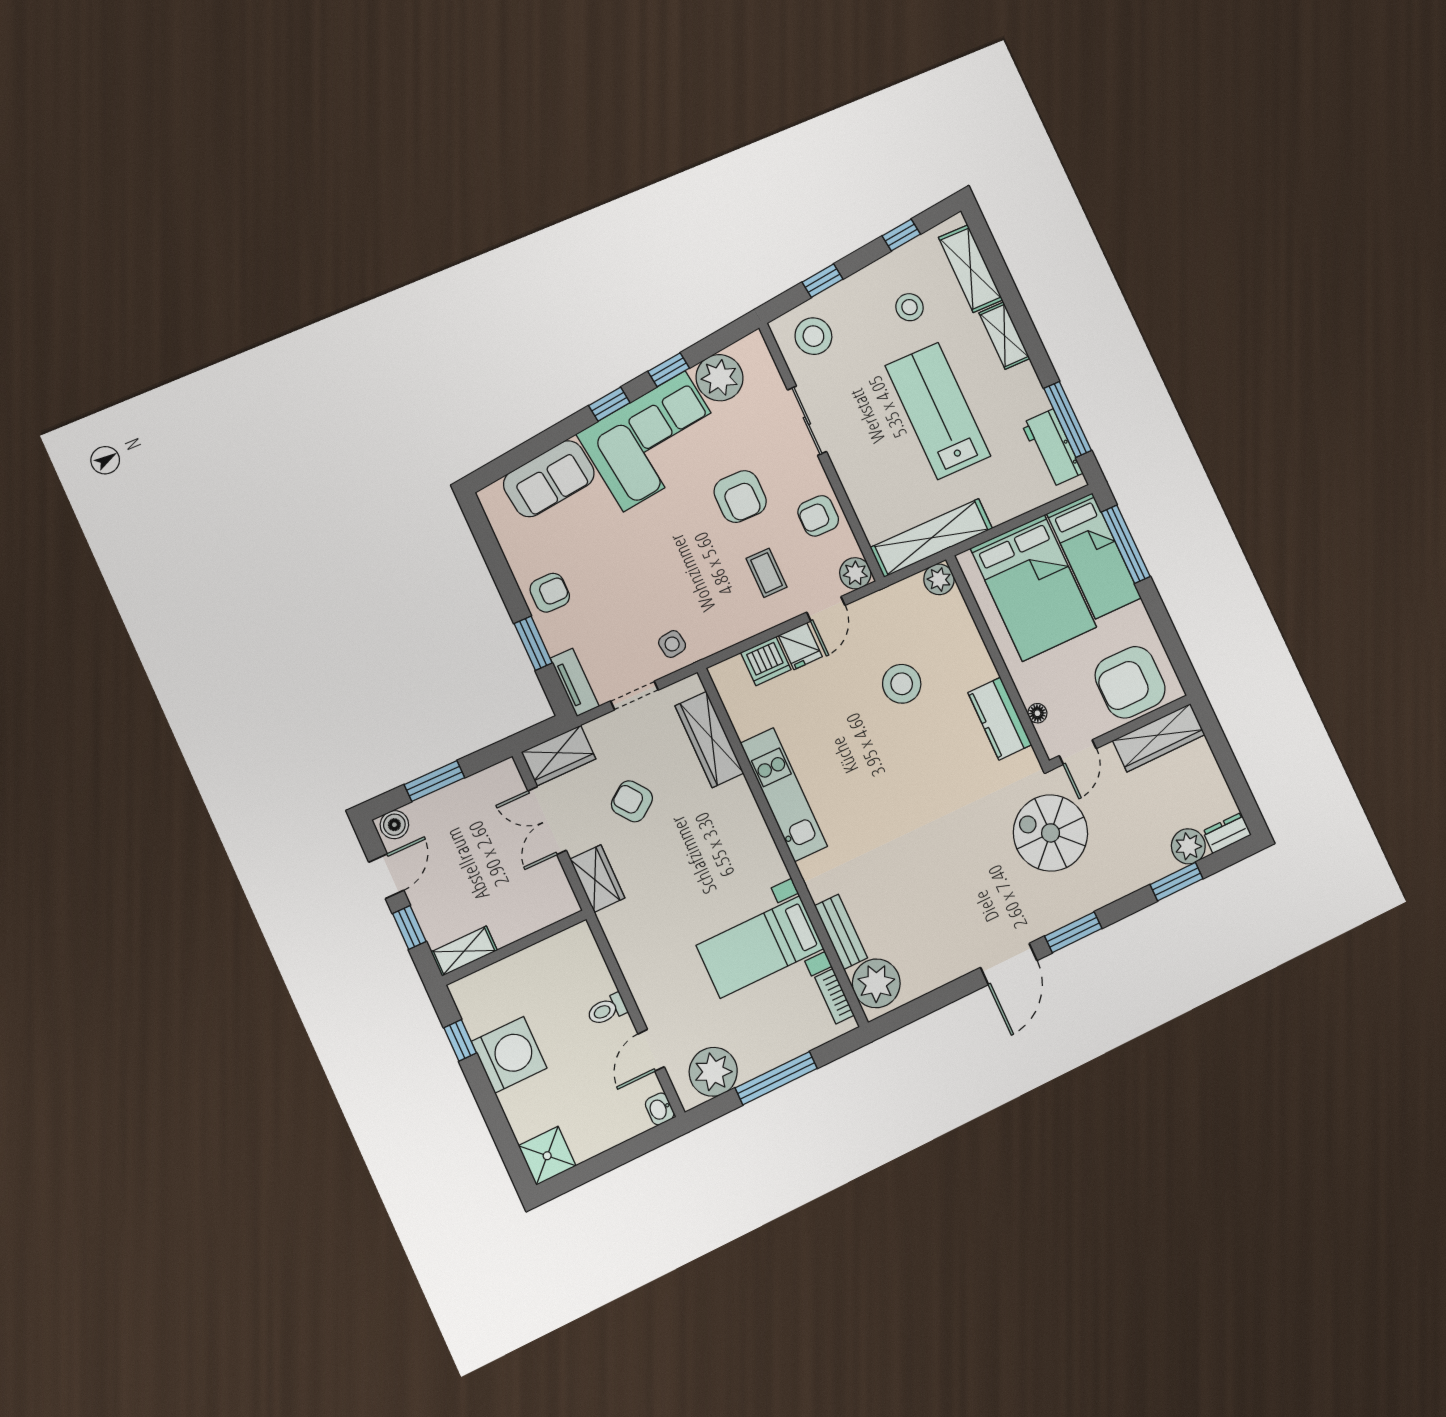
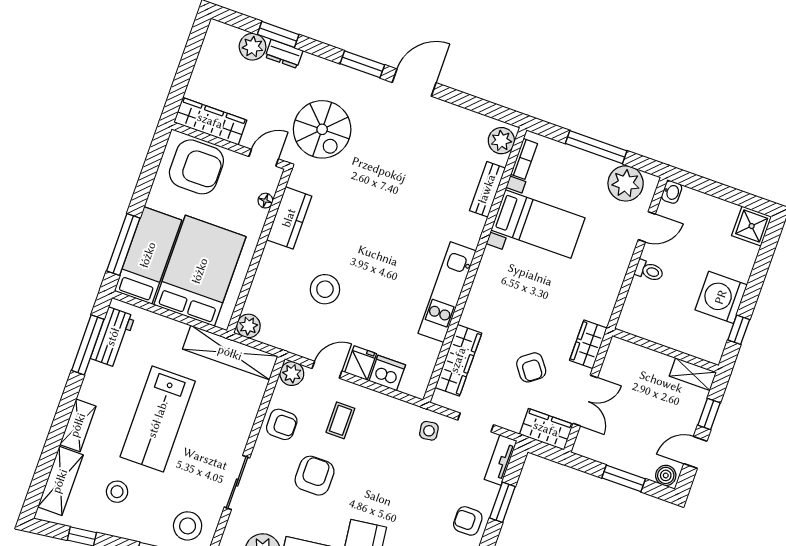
dresser: (1227, 833) -> (284, 54), moved
plant: (876, 983) -> (501, 141), width x0.73, depth x0.73

